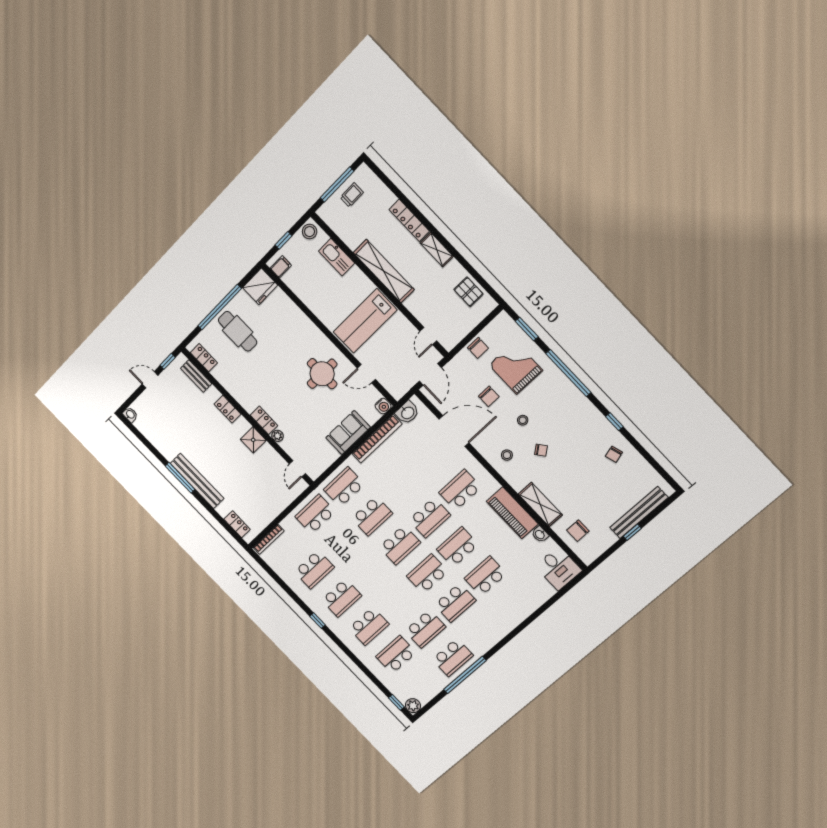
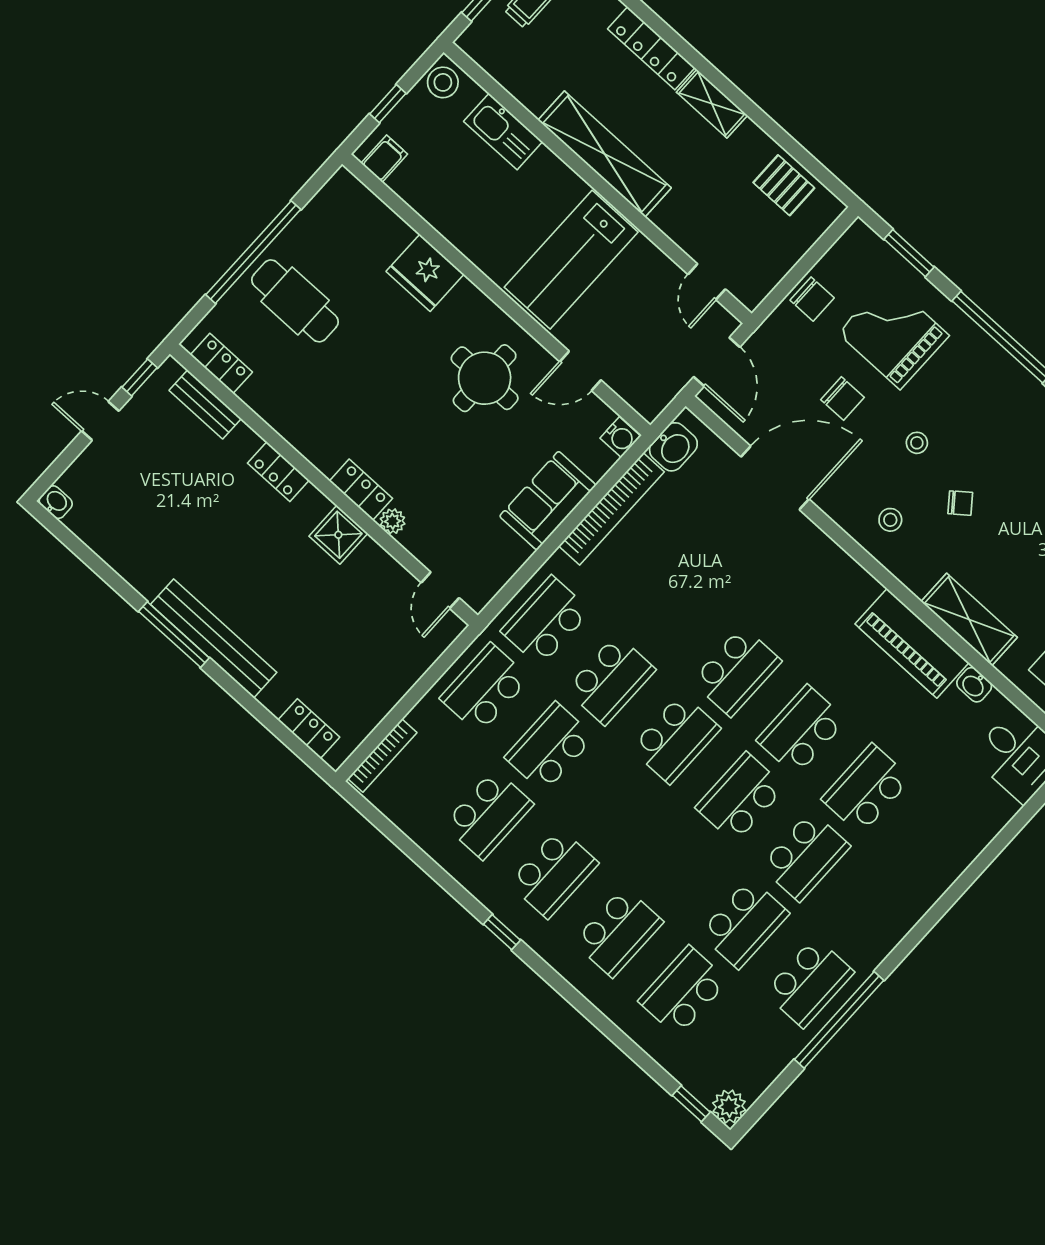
fridge: (260, 286) -> (425, 273), moved, turned 90
school desk: (460, 490) -> (550, 747), moved

